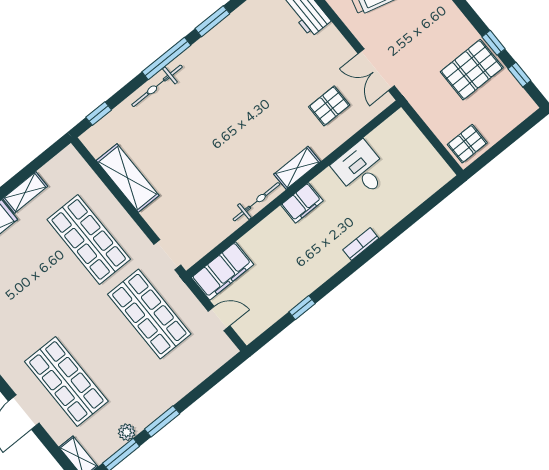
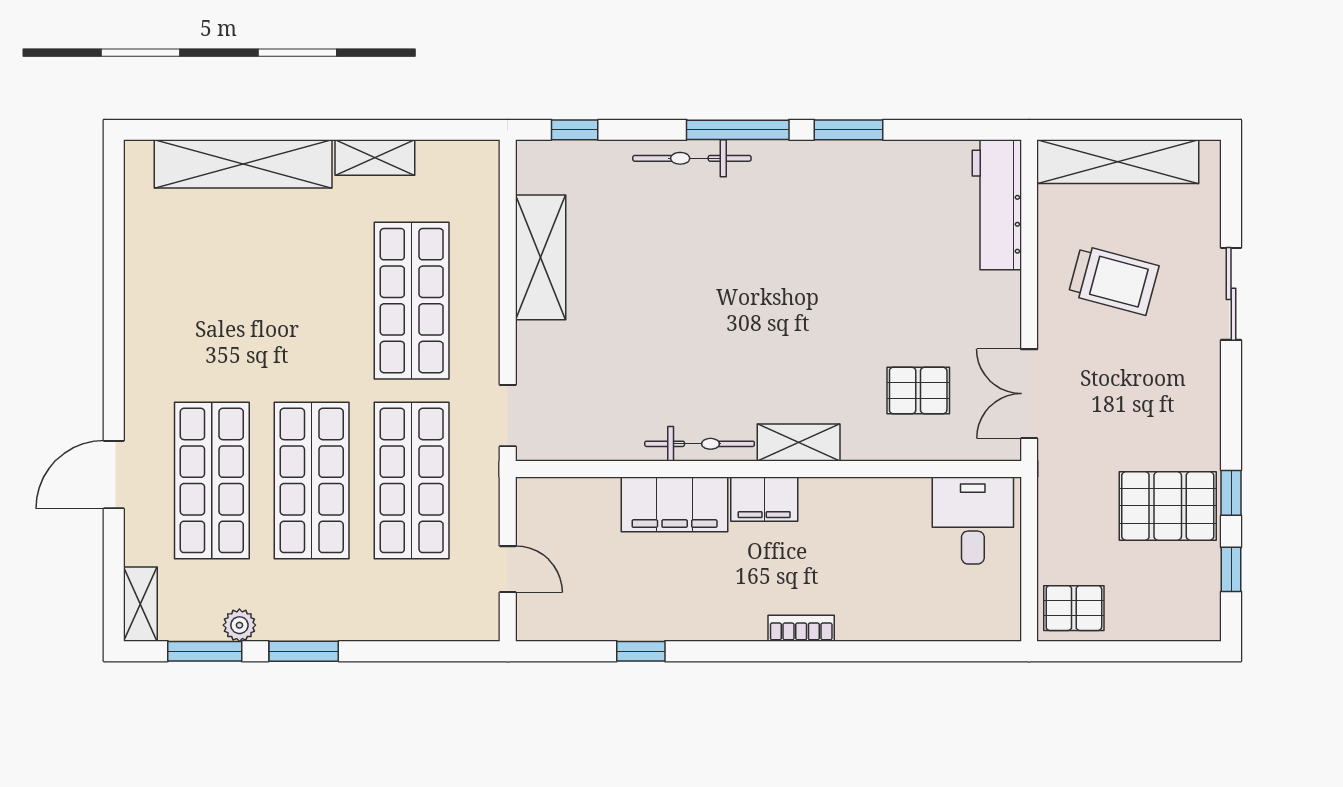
desk: (361, 170) -> (973, 520), moved
filing cabinet: (223, 271) -> (675, 504), moved
shop shelf: (108, 348) -> (312, 480), added

